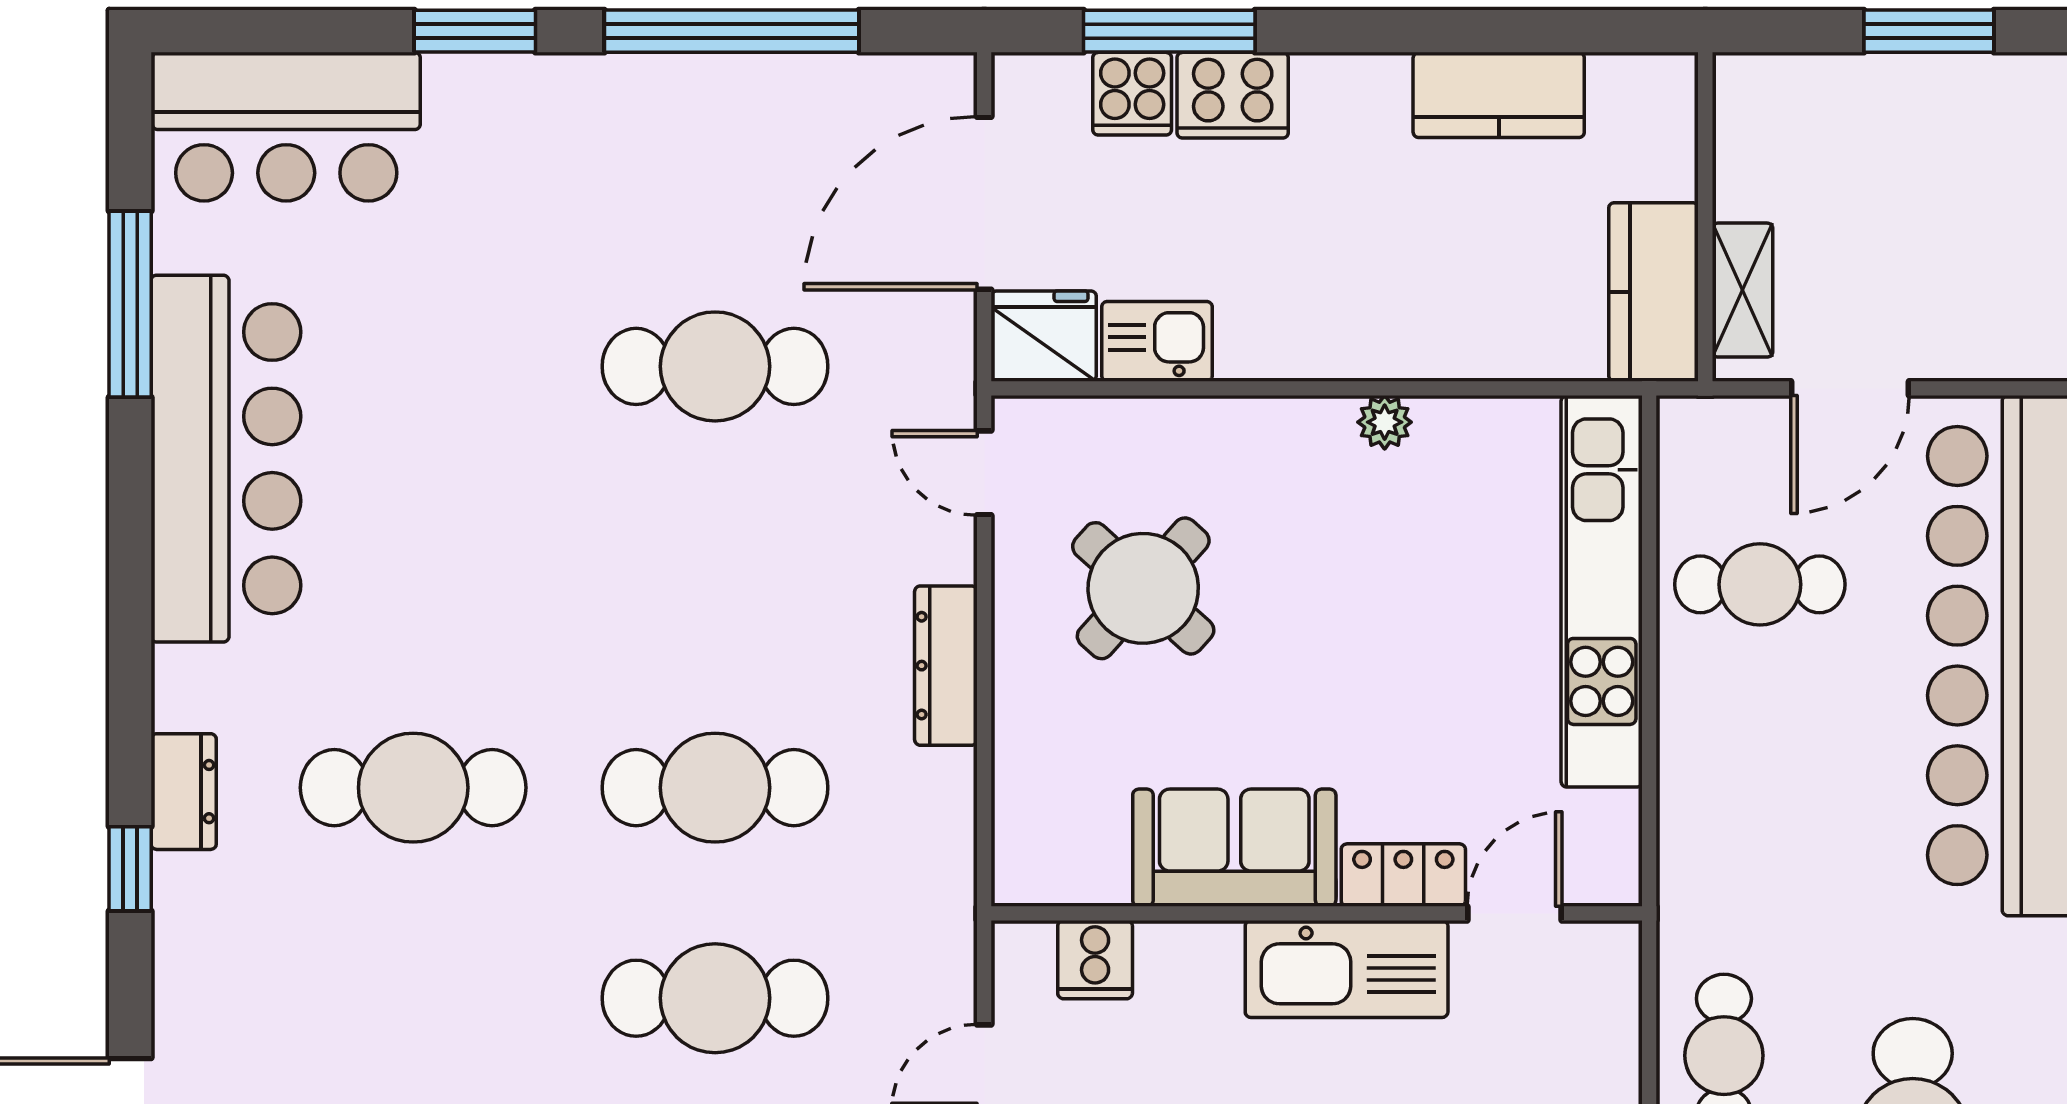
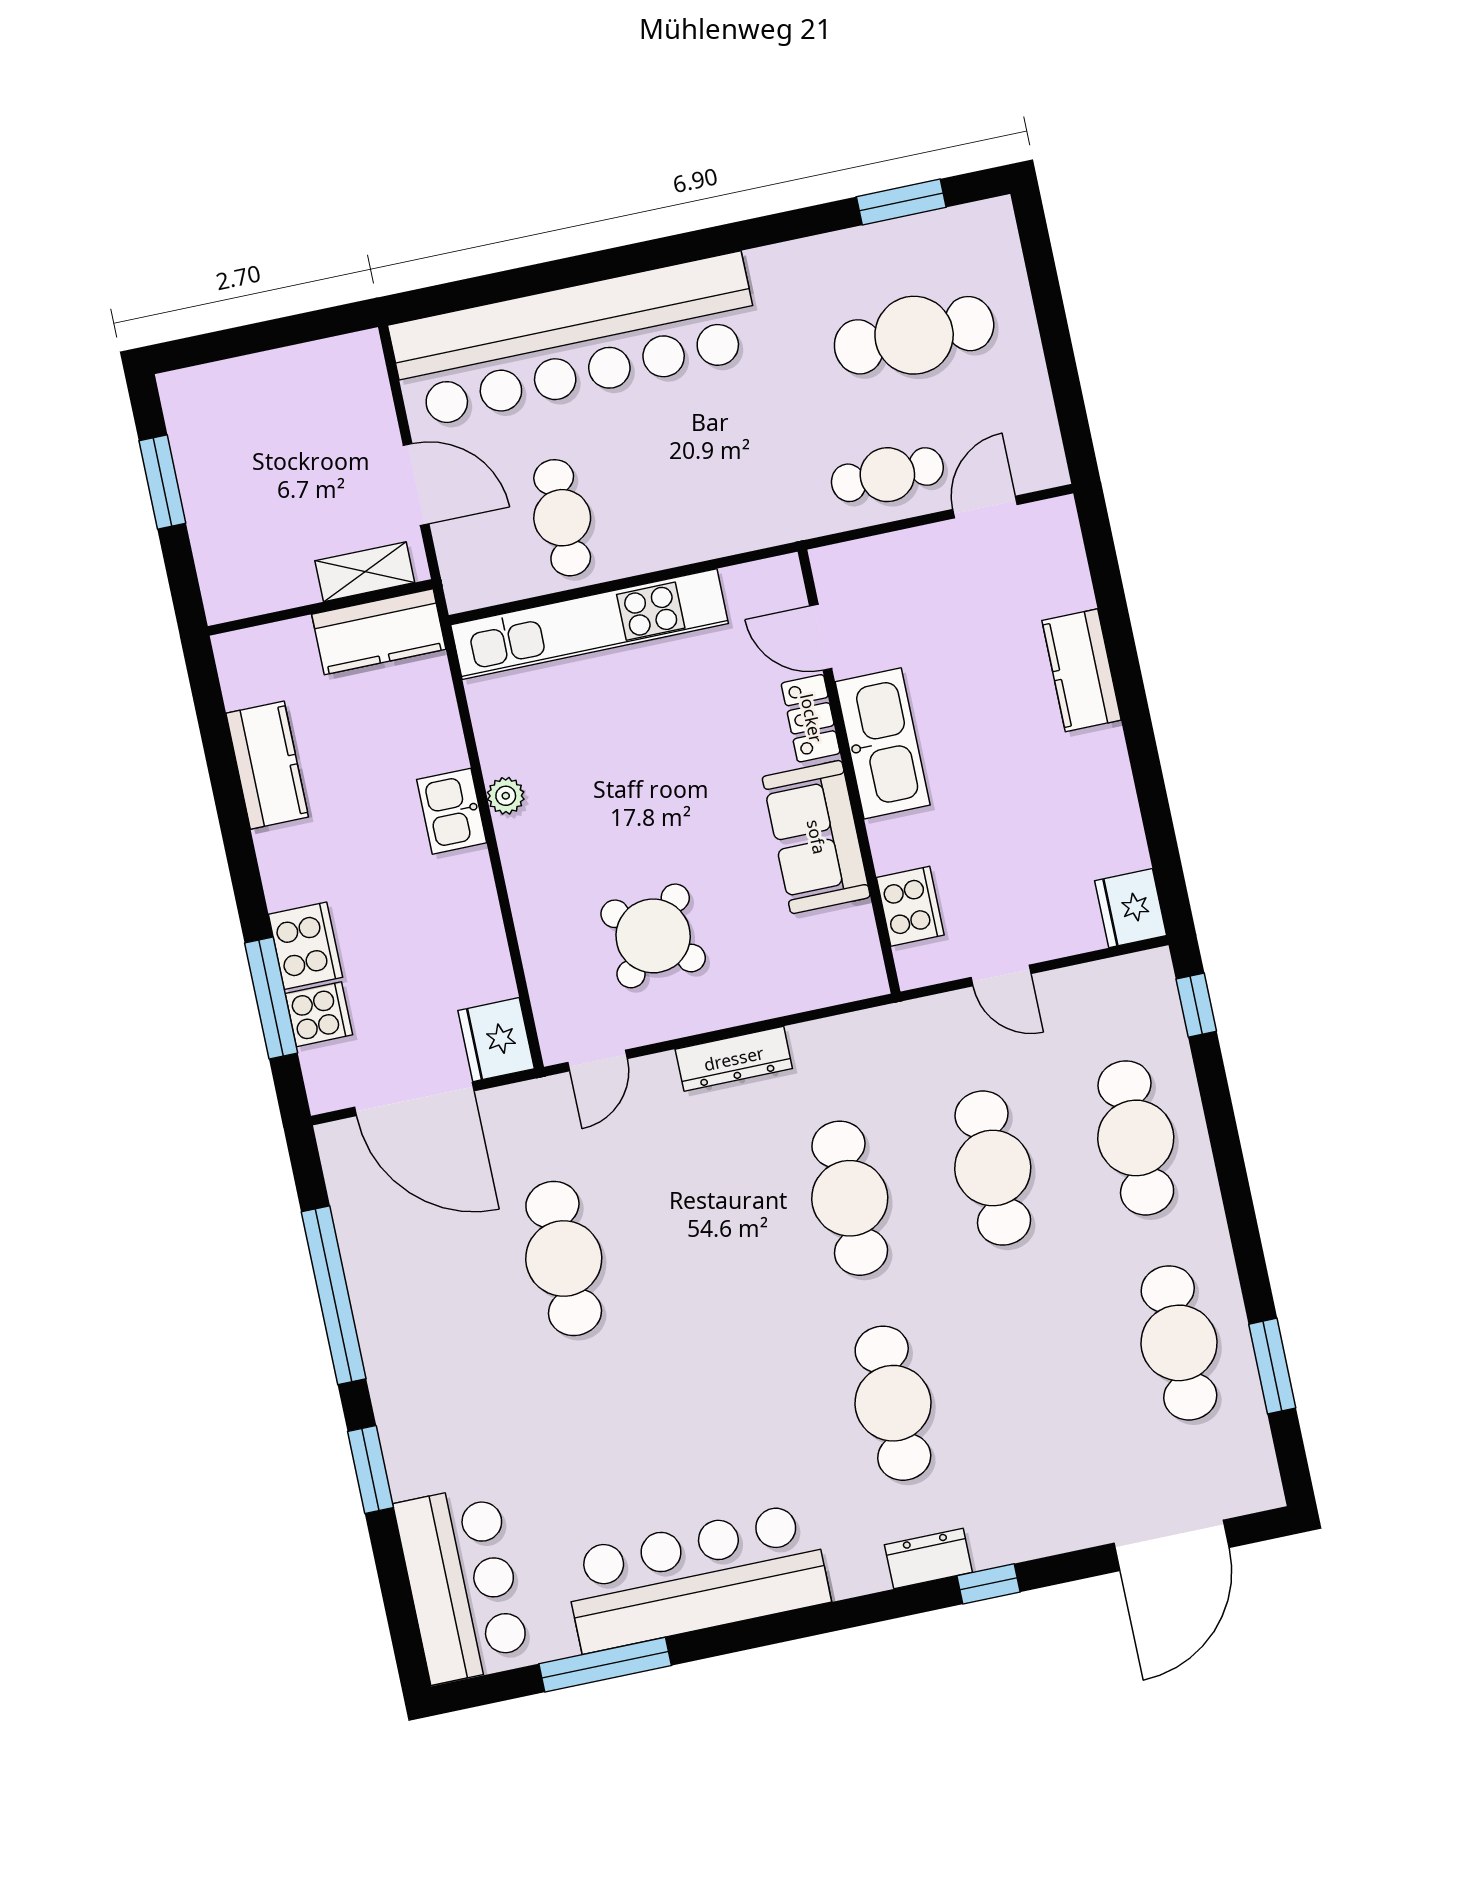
kitchen sink: (1157, 341) -> (452, 811), moved
cooker: (1095, 960) -> (910, 906), width x1.36

